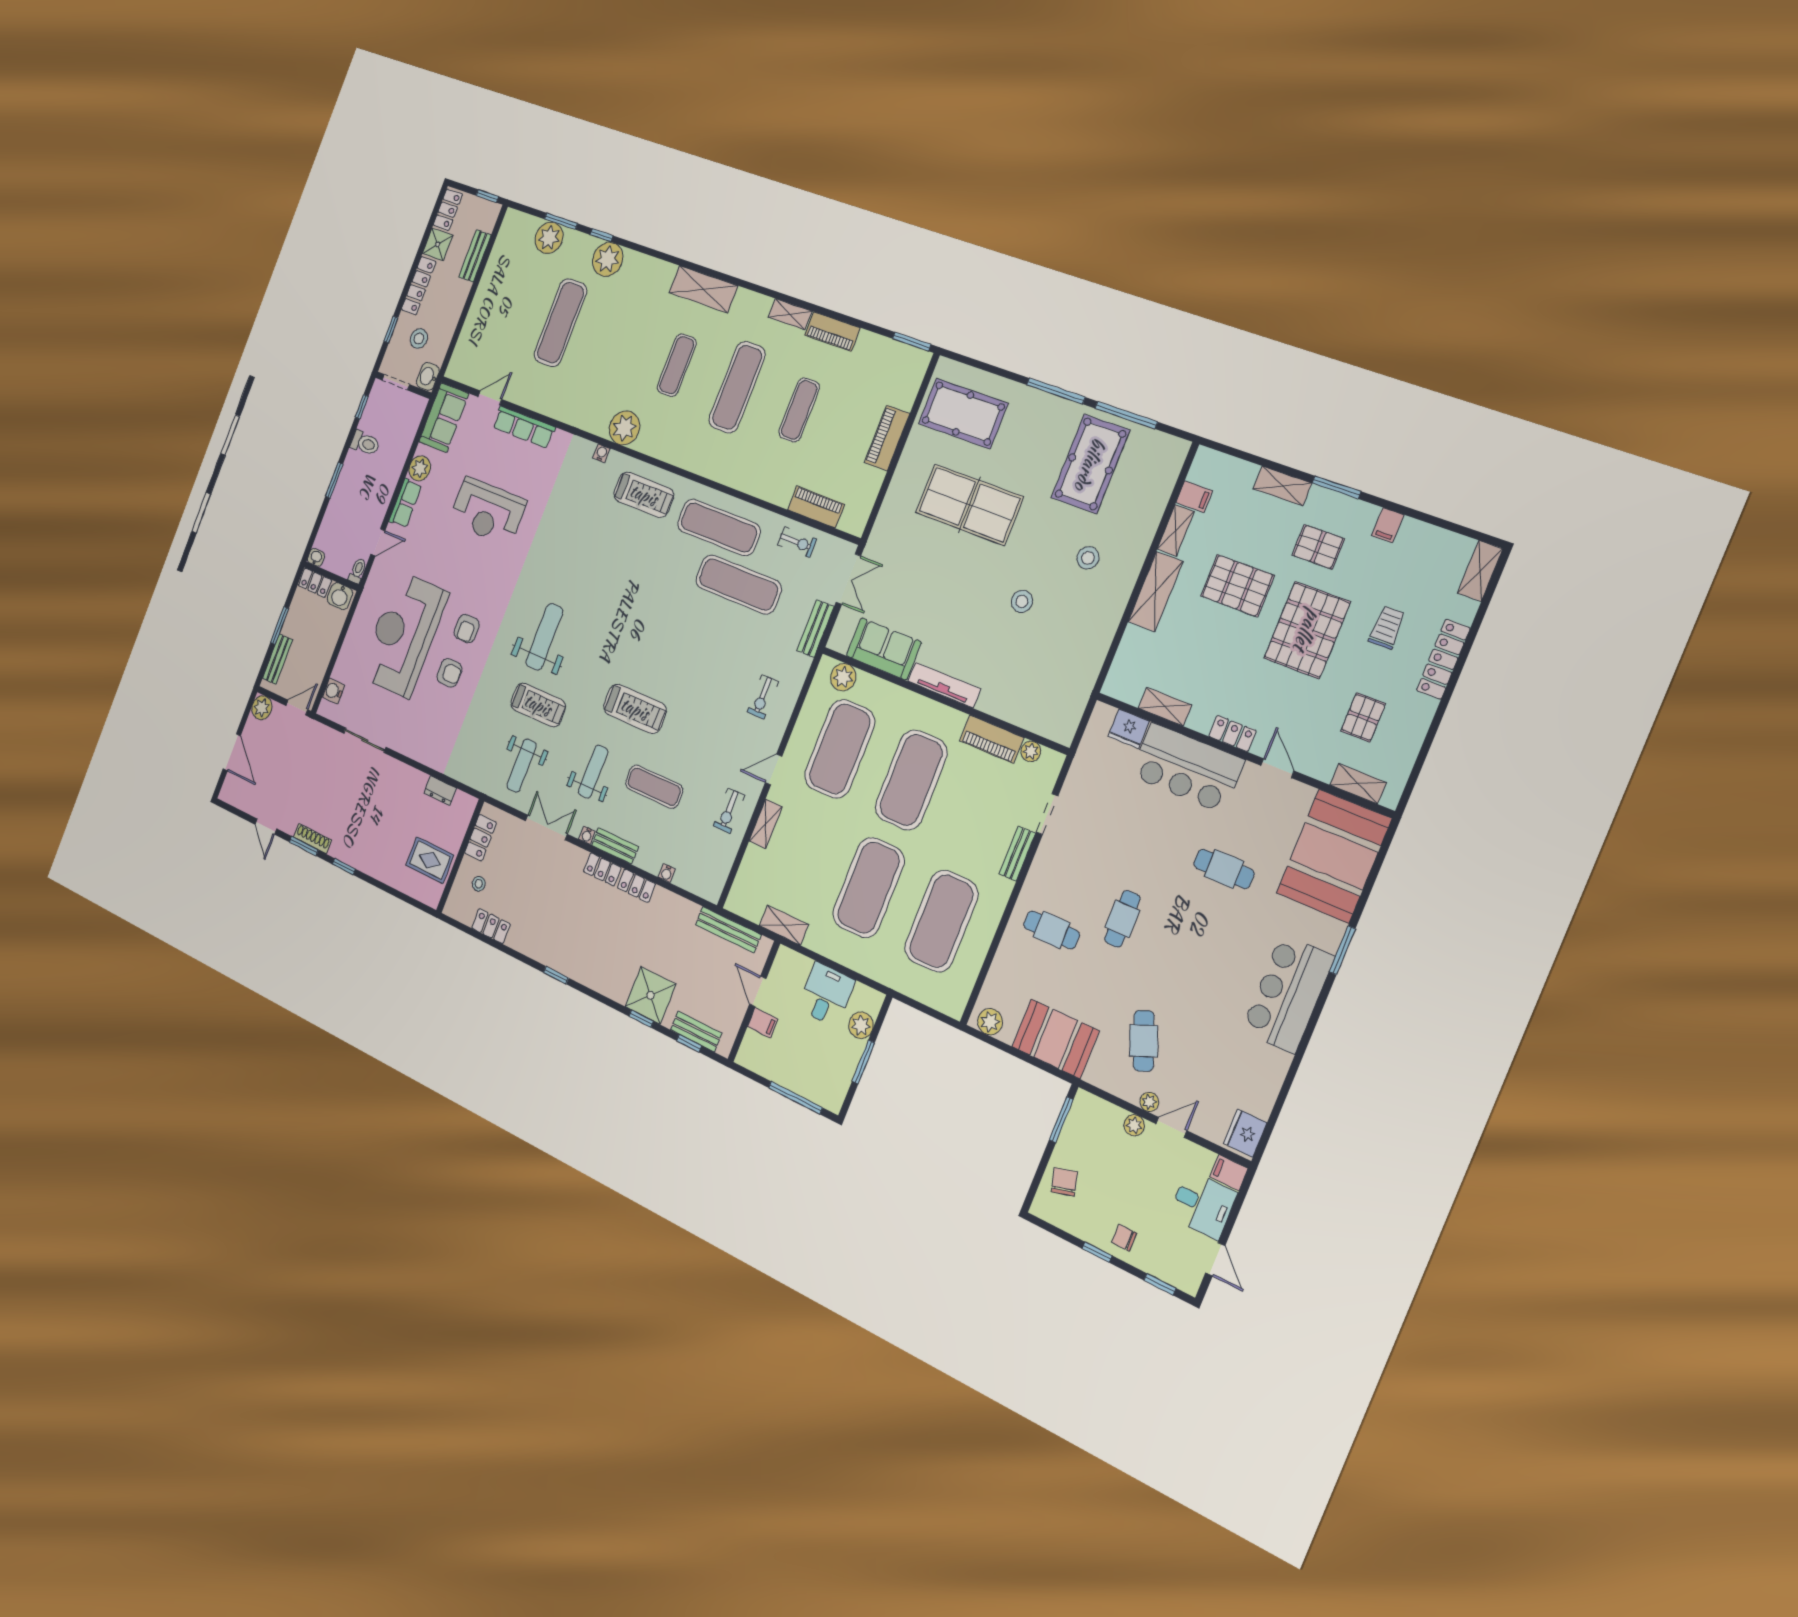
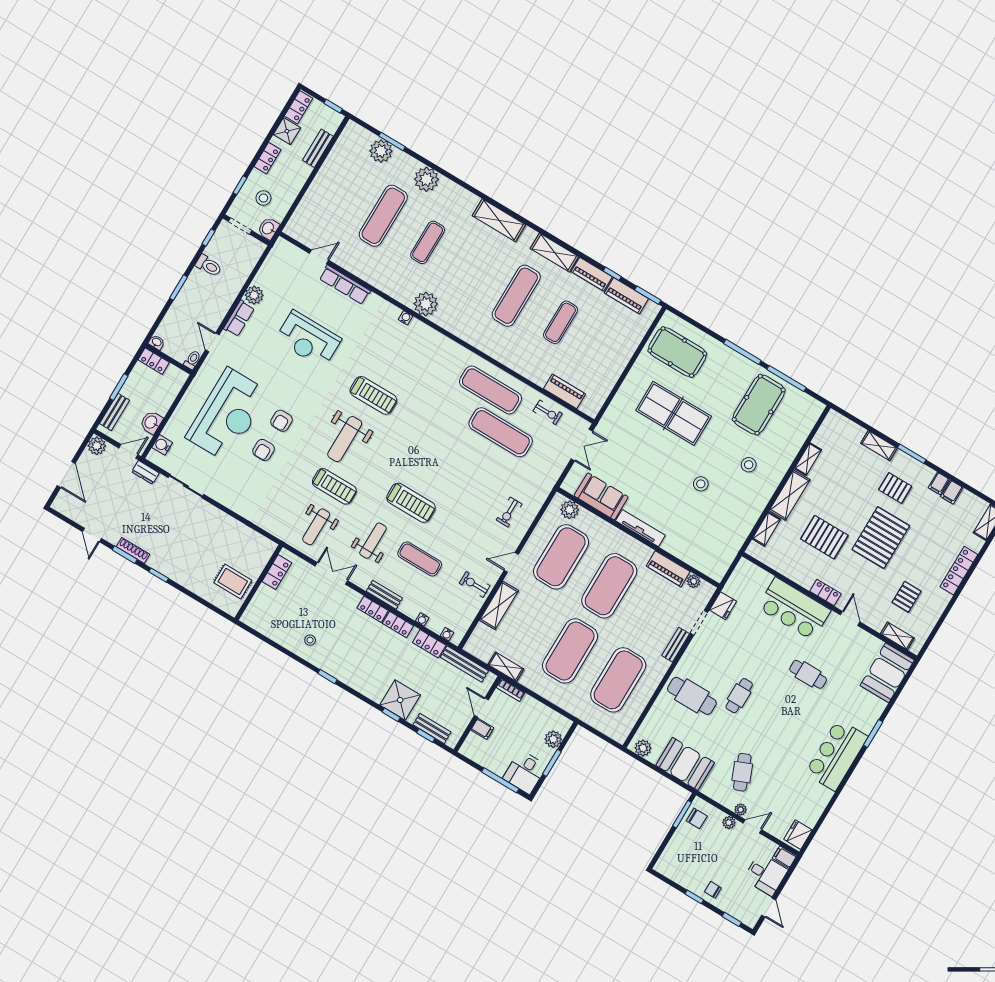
window: (602, 235) -> (612, 274), moved
locker: (419, 286) -> (267, 158), width x0.66
shelving: (790, 314) -> (554, 252), width x1.50, depth x1.33
exercise mat: (677, 365) -> (428, 242), moved
sofa: (444, 418) -> (279, 262), removed
piano: (887, 438) -> (626, 296), moved, turned -90
treadmill: (644, 495) -> (373, 395), moved
filing cabinet: (1194, 497) -> (952, 492), moved, turned 90
door: (378, 542) -> (212, 342), swing flipped
pallet: (1237, 586) -> (824, 537), moved
washbasin: (340, 596) -> (151, 422), moved, turned 90
trolley: (1387, 628) -> (929, 545), removed
bench: (815, 629) -> (554, 473), removed
reception desk: (404, 634) -> (227, 415), turned 180
weight bench: (544, 637) -> (345, 439), turned 180
armchair: (449, 673) -> (264, 450), turned 90
shelving: (1165, 707) -> (766, 529), moved, turned 90
fridge: (1129, 729) -> (723, 606), moved, turned -90
dresser: (440, 791) -> (145, 472), moved
exercise bike: (729, 811) -> (475, 585), turned 90
shelving: (766, 824) -> (499, 605), width x1.50, depth x1.33
water cooler: (587, 835) -> (447, 634), moved
booth: (1334, 856) -> (887, 673), width x0.73, depth x0.70
stool: (479, 884) -> (310, 640), moved
locker: (491, 926) -> (429, 644), moved, turned 180
cafe table: (1052, 930) -> (692, 696), width x1.37, depth x1.35
bookcase: (794, 959) -> (511, 690), added
desk: (826, 994) -> (525, 772), moved, turned 180
chair: (1064, 1182) -> (697, 818), moved, turned 105

